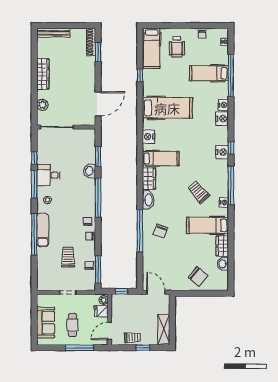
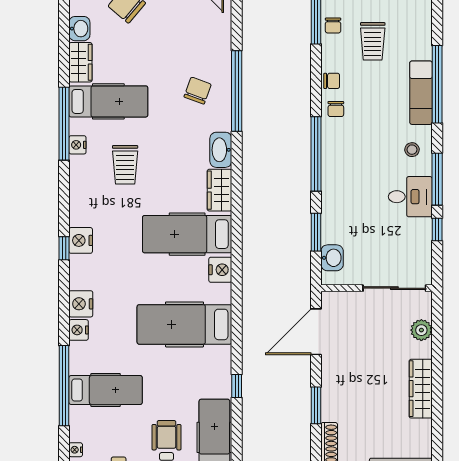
window: (98, 52) -> (316, 405), moved
hospital bed: (161, 158) -> (187, 234), width x1.37, depth x1.29
washbasin: (90, 171) -> (332, 258), moved
window: (231, 185) -> (64, 124), moved
trolley: (199, 192) -> (125, 165), turned 40

